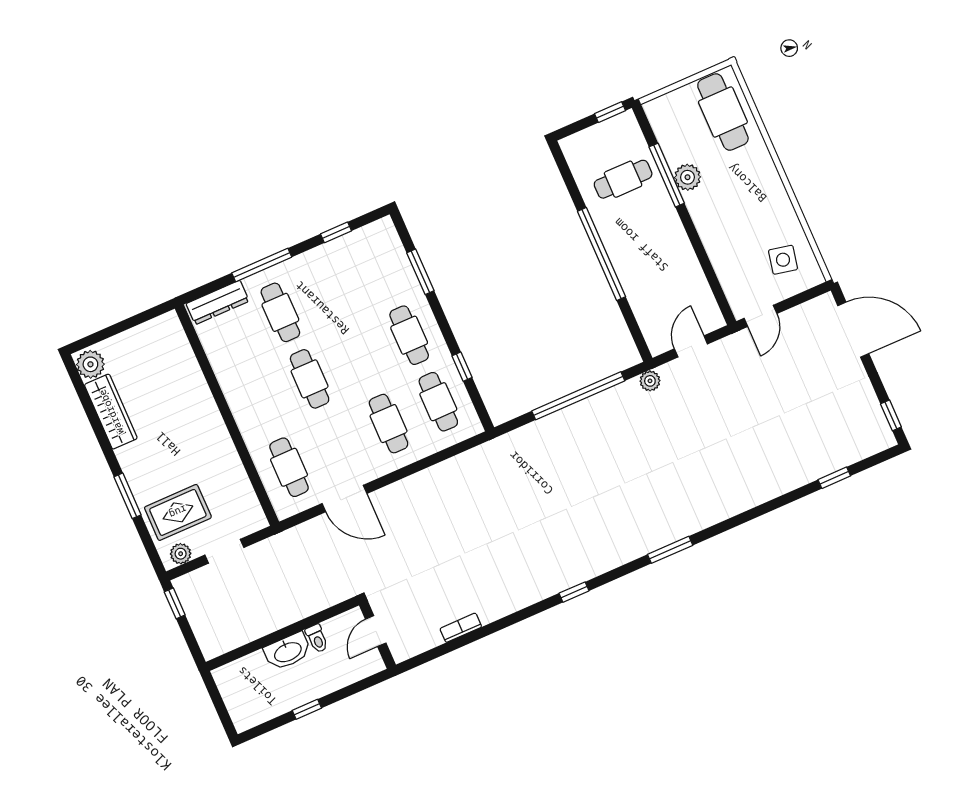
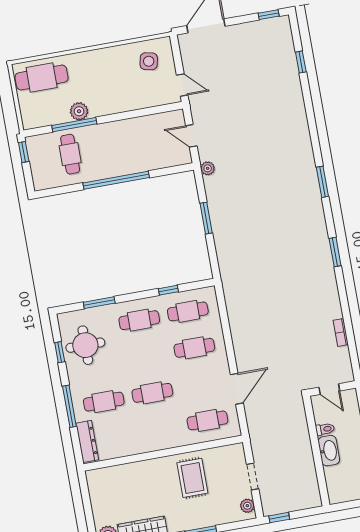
round table: (355, 267) -> (85, 345), added
window: (578, 396) -> (206, 218), width x0.47
rug: (178, 512) -> (192, 478), moved
window: (574, 592) -> (335, 252), width x1.50

